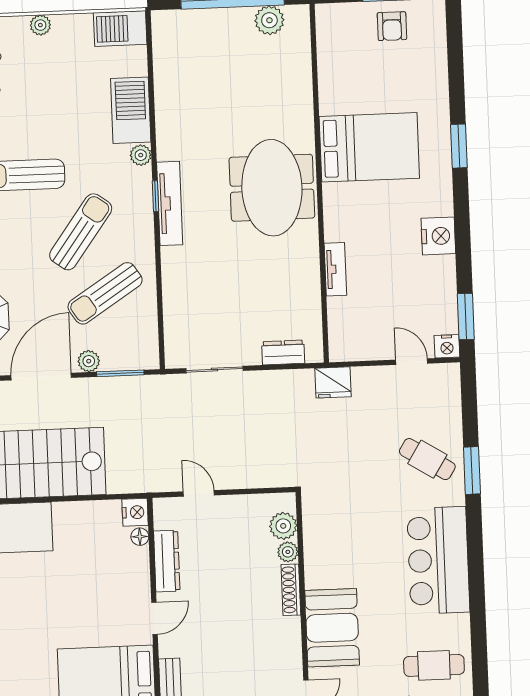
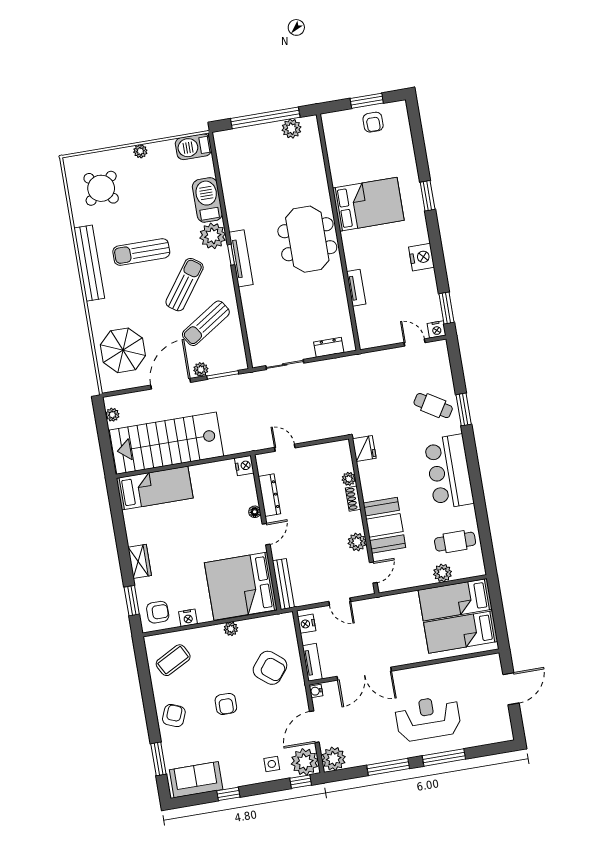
plant: (141, 155) -> (213, 236), width x1.88, depth x1.88
fridge: (333, 382) -> (364, 449), moved, turned -90
plant: (283, 526) -> (357, 542), moved
floor lamp: (140, 537) -> (255, 512), moved
shoe rack: (291, 590) -> (353, 499), width x0.70

